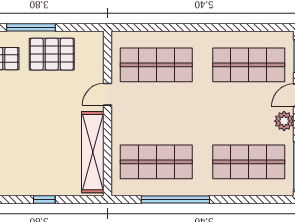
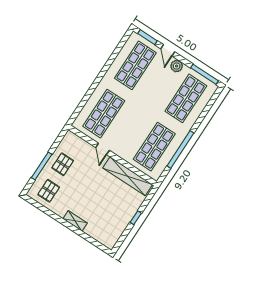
pallet: (52, 54) -> (63, 164), width x0.67, depth x0.71

